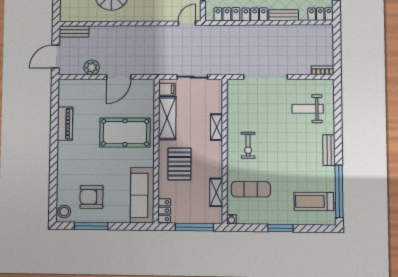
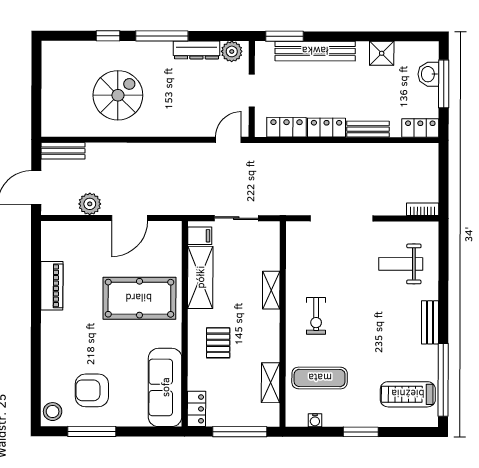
pallet: (179, 164) -> (218, 343), width x0.67, depth x0.71
water cooler: (231, 219) -> (315, 420), moved

